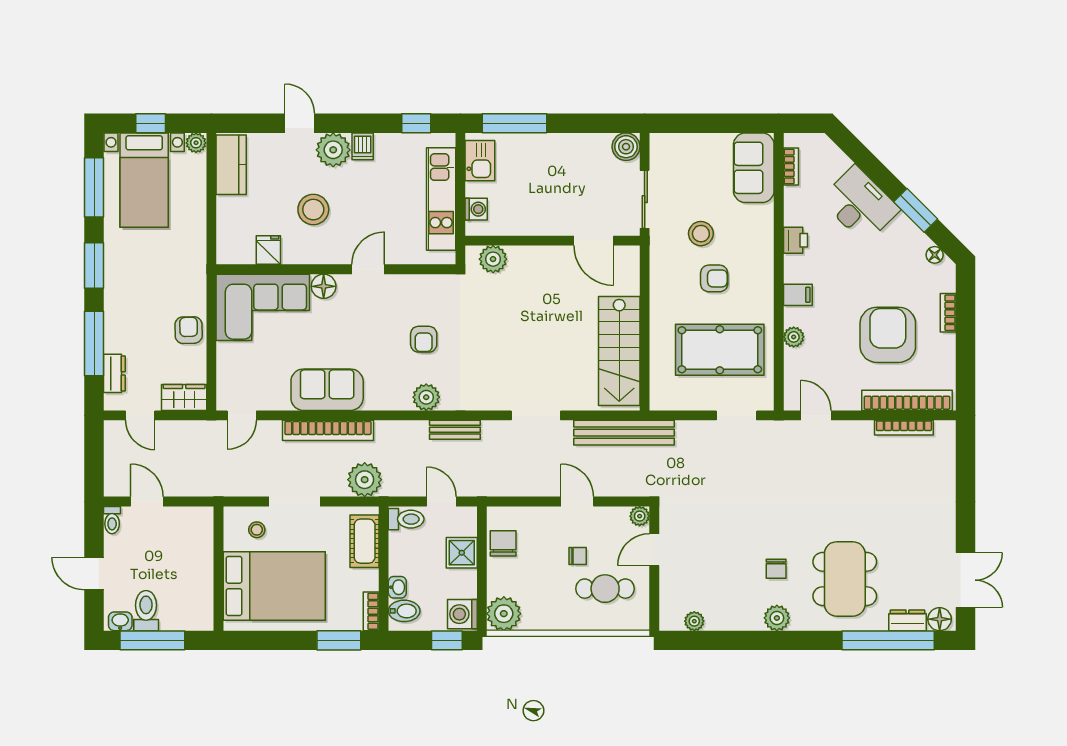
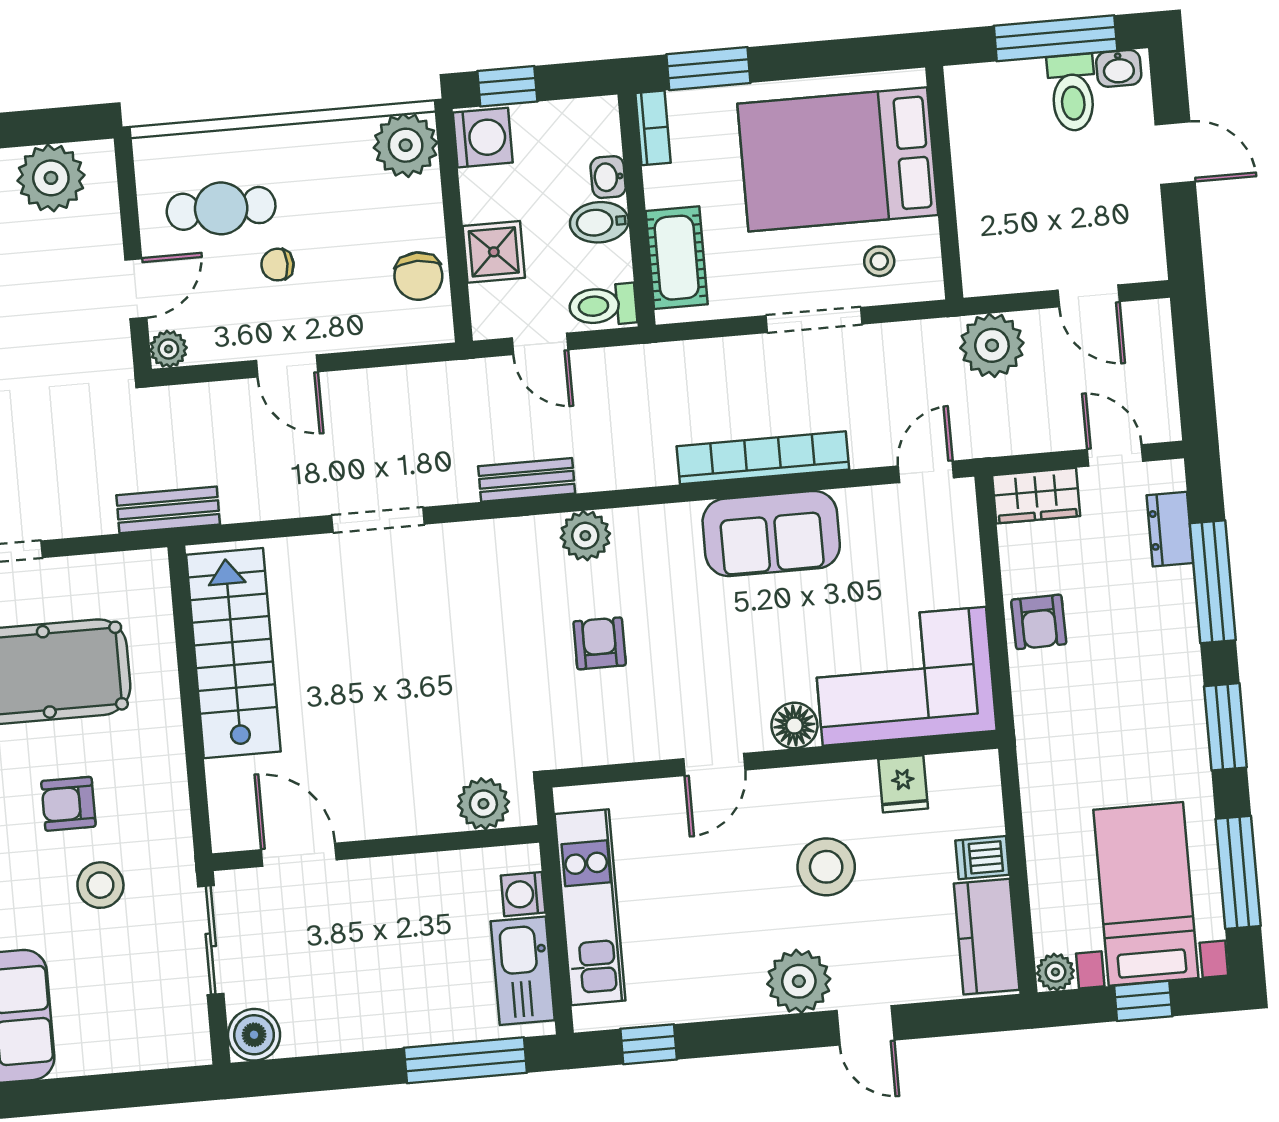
dishwasher: (363, 146) -> (982, 858), moved, turned -90
kitchen sink: (480, 161) -> (523, 971), width x1.38
bench: (624, 433) -> (168, 510), width x0.54, depth x0.82
plant: (365, 480) -> (992, 345), moved
toilet: (112, 520) -> (1150, 256), removed
bidet: (404, 611) -> (599, 222), moved
plant: (694, 621) -> (51, 178), width x1.88, depth x1.88

